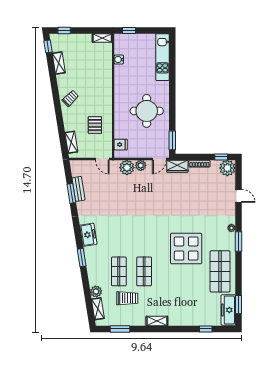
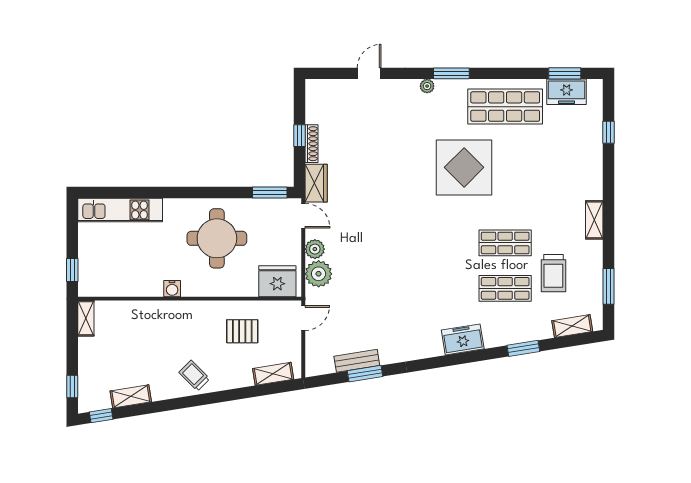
water cooler: (119, 59) -> (172, 289), moved
fridge: (121, 145) -> (277, 281), width x1.88, depth x1.34
window: (221, 157) -> (299, 136), moved
plant: (227, 168) -> (319, 93), removed
freezer: (88, 235) -> (463, 339), moved
window: (82, 258) -> (523, 348), moved
plant: (96, 291) -> (541, 329), removed
trolley: (127, 298) -> (553, 273), turned 180
freezer: (228, 310) -> (567, 92), width x0.71

